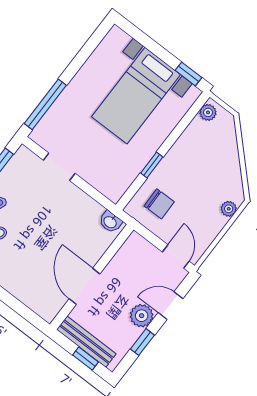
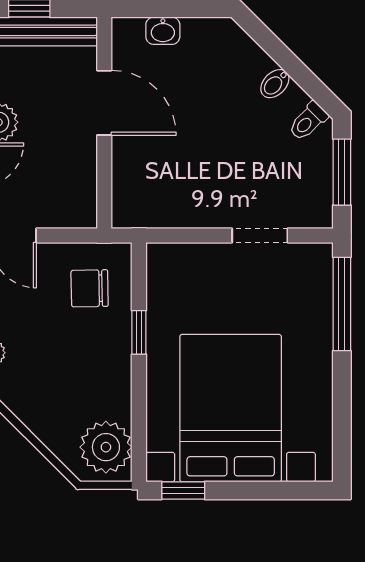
bed with nightstands: (136, 96) -> (231, 408), width x1.36
plant: (208, 112) -> (106, 447), width x1.87, depth x1.87
washbasin: (110, 222) -> (163, 31), moved, turned 180

